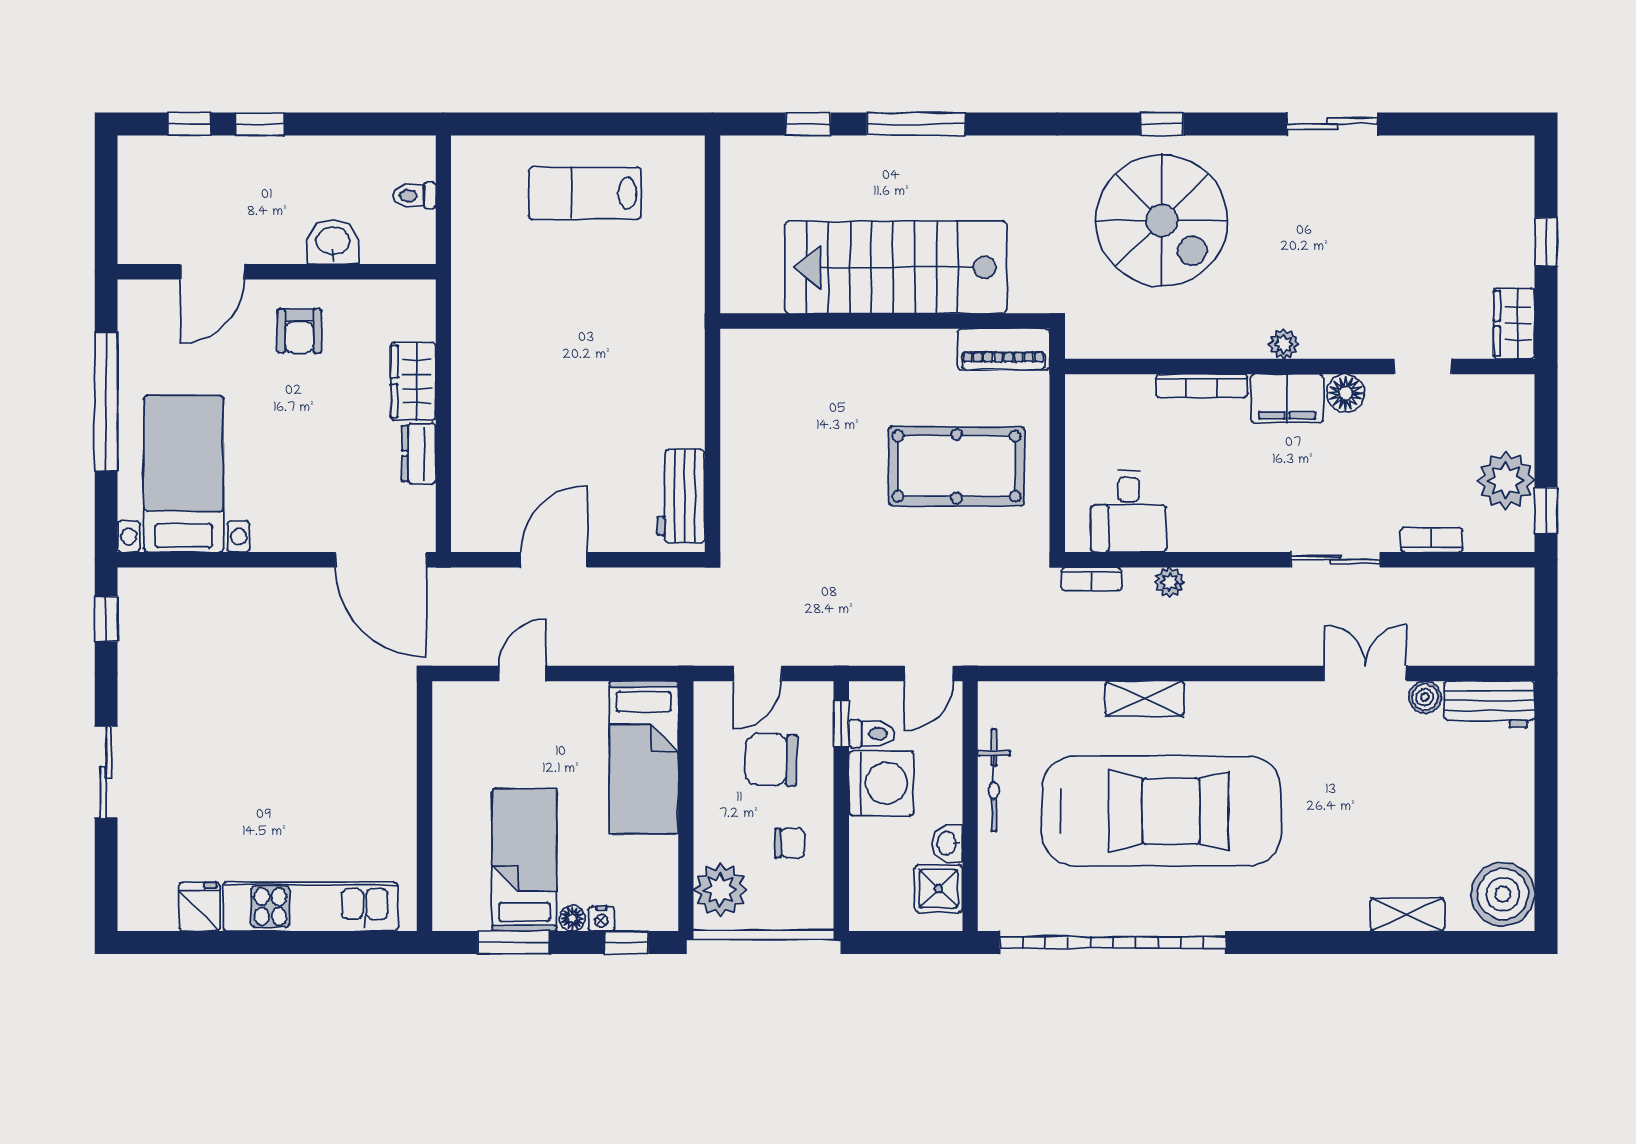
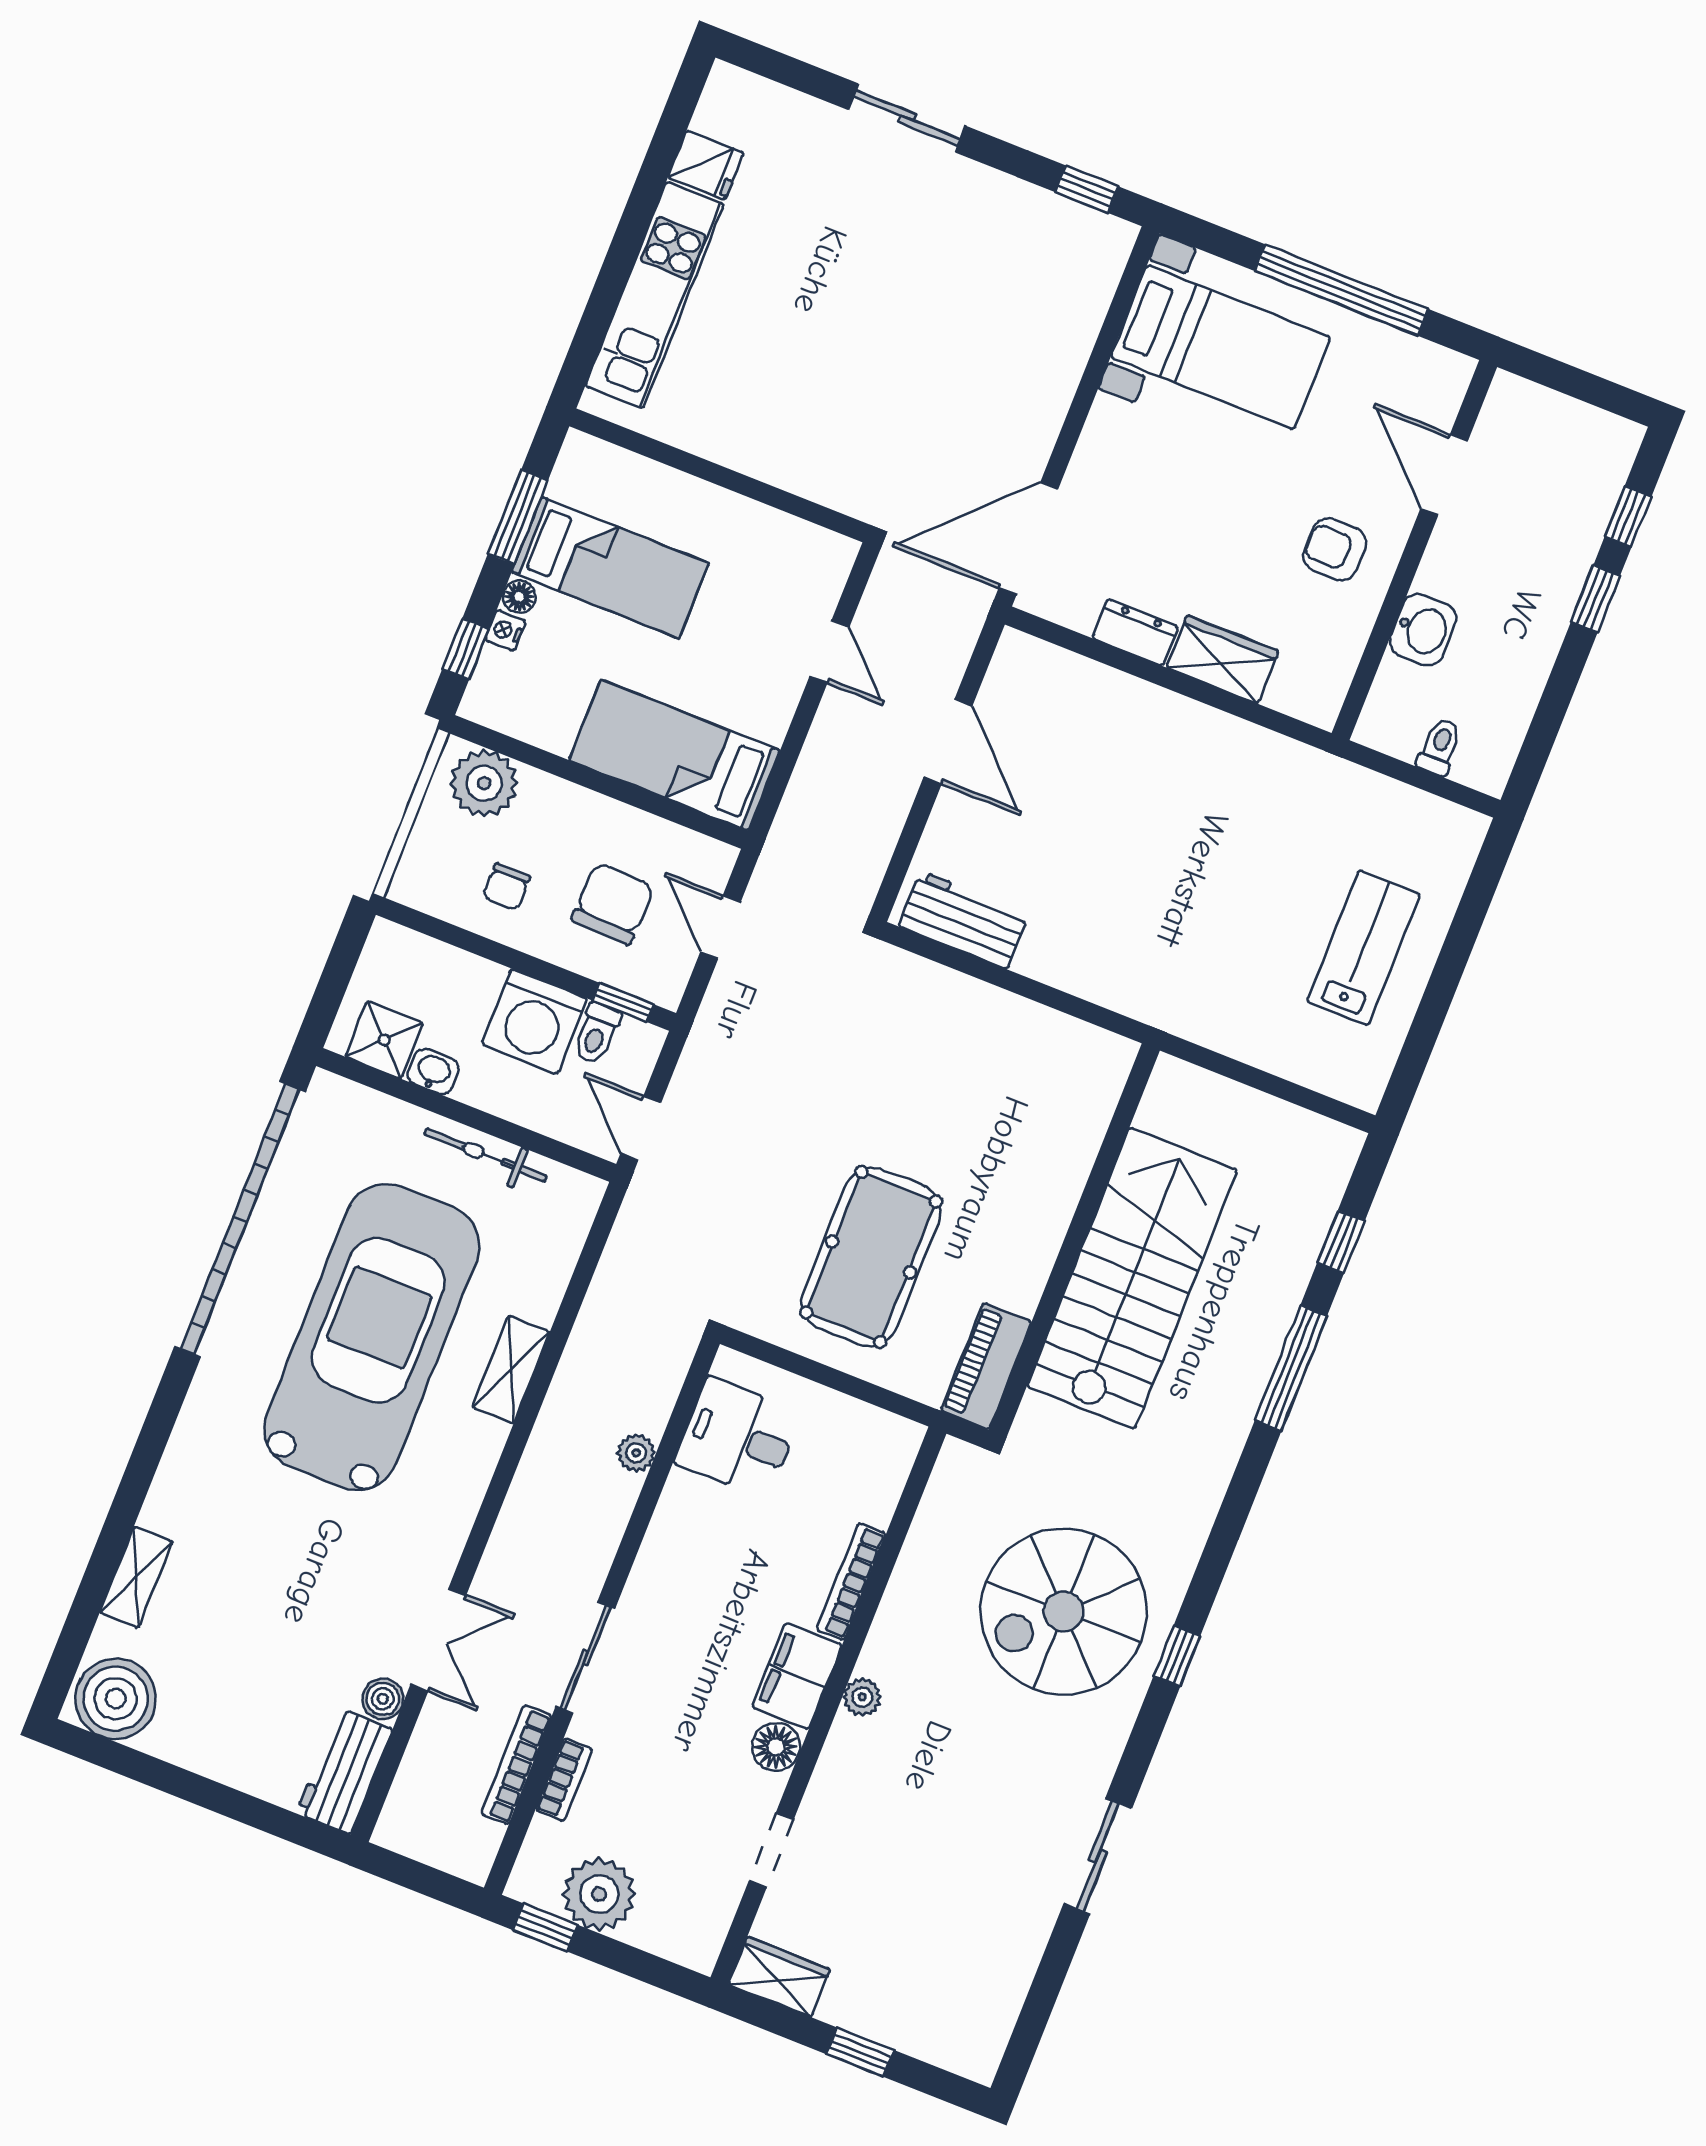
bookcase: (1091, 579) -> (516, 1765), moved, width x1.56
car: (1161, 811) -> (372, 1337), turned 180

